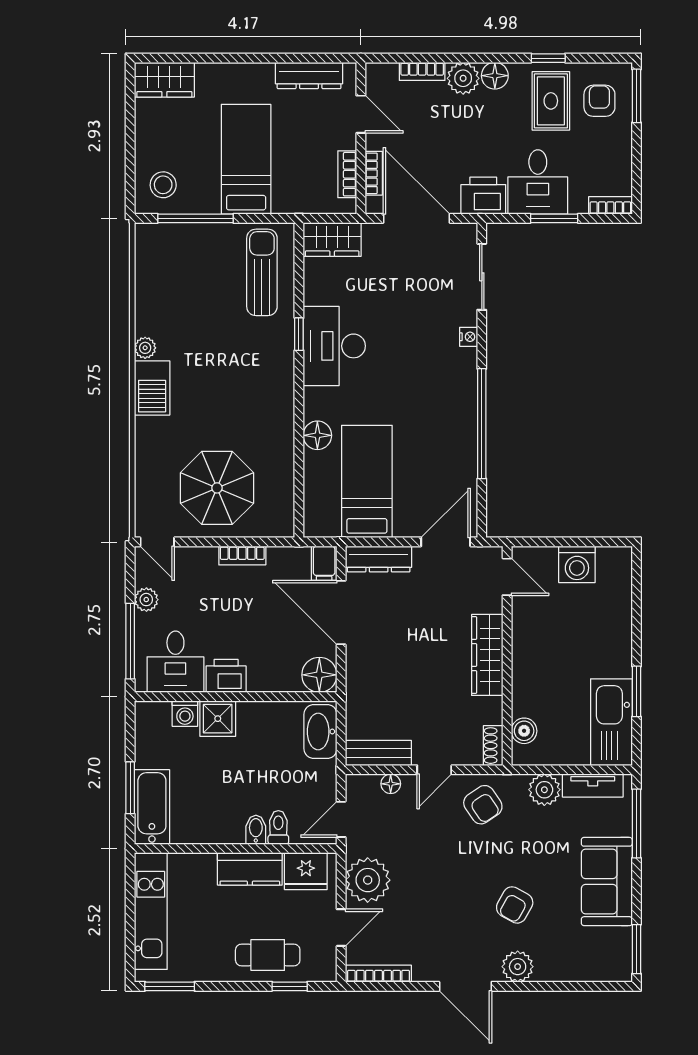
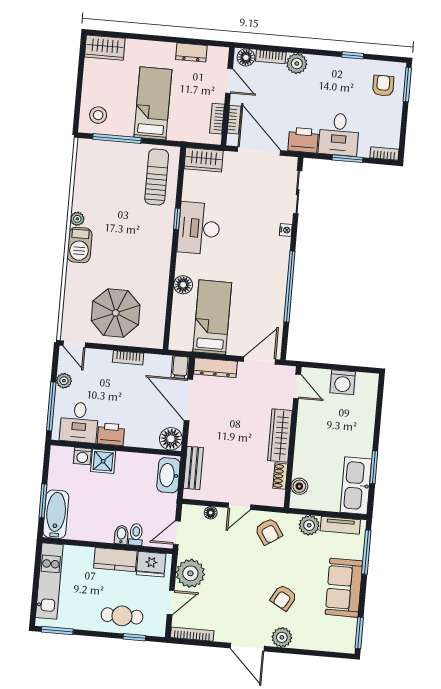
dresser: (309, 75) -> (191, 52), width x0.70
floor lamp: (495, 76) -> (246, 57), moved
rug: (551, 101) -> (352, 83), removed
shoe rack: (493, 746) -> (280, 476), moved
bench: (378, 753) -> (193, 468), moved, turned 90

